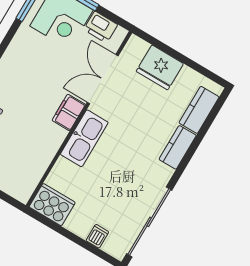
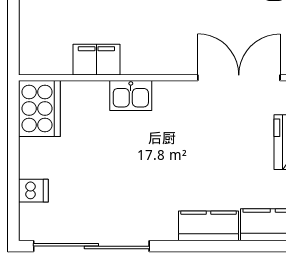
filing cabinet: (69, 112) -> (96, 60), moved
kitchen sink: (84, 138) -> (131, 96), width x0.53, depth x0.81

